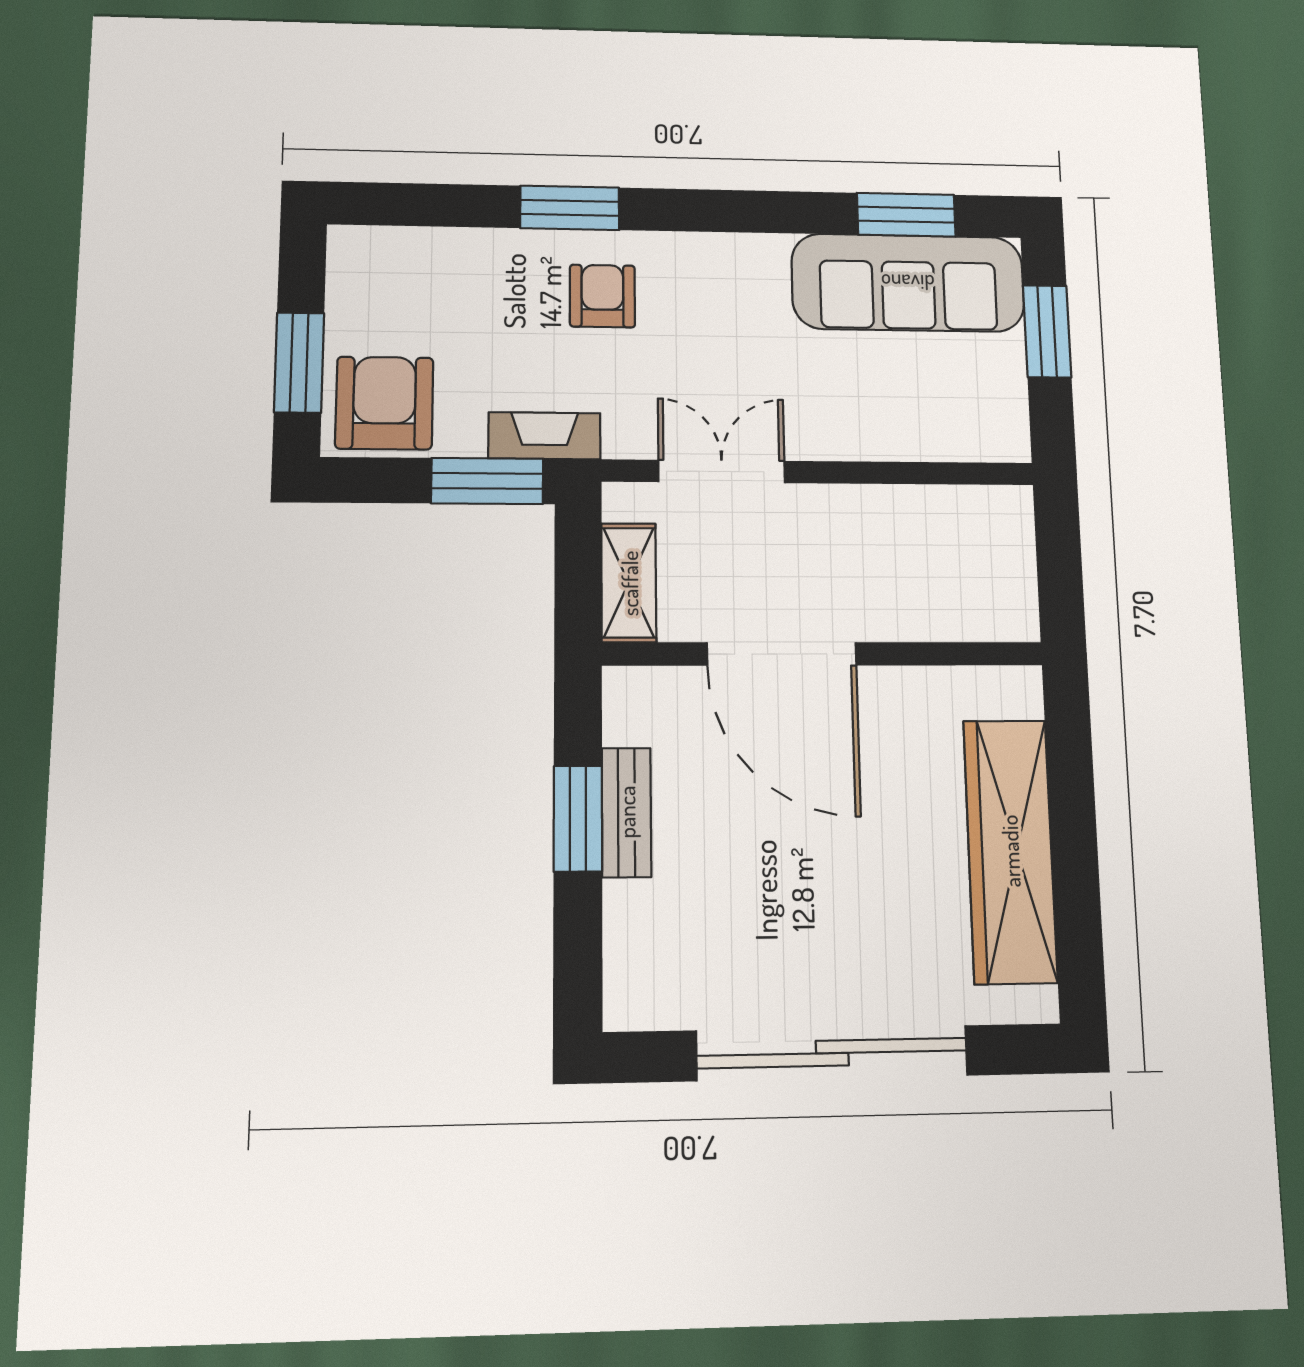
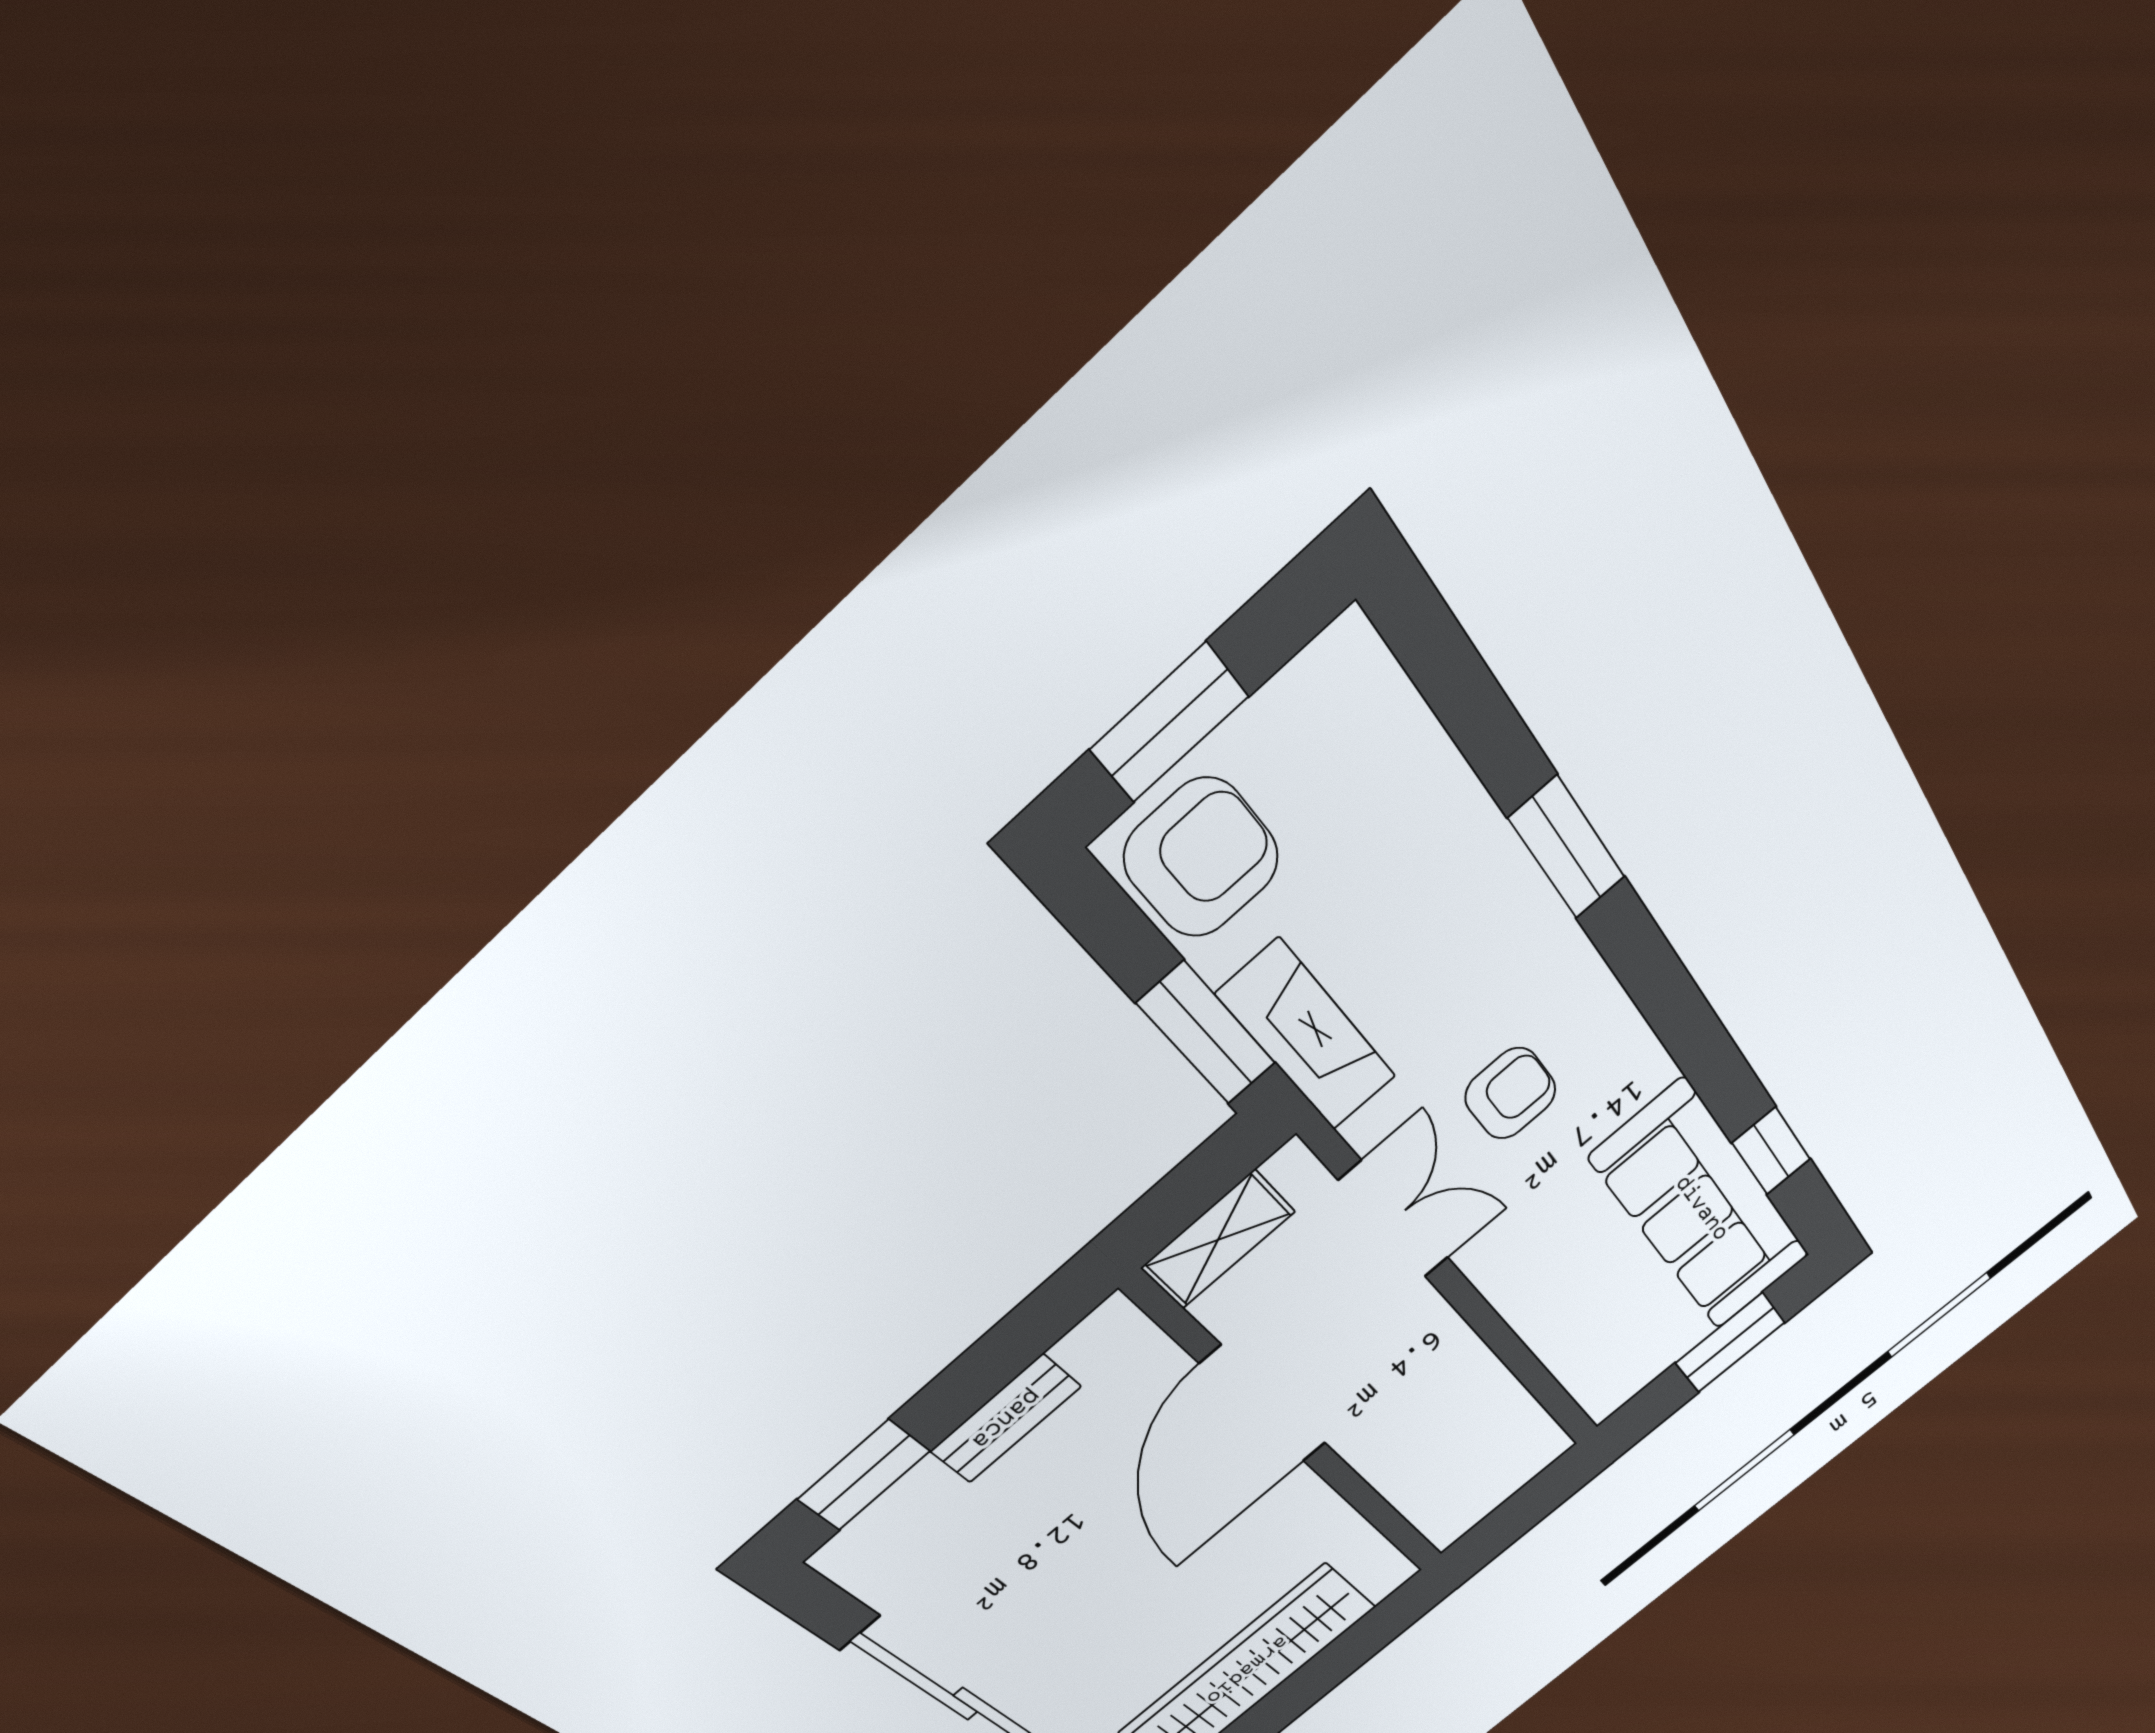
window: (906, 215) -> (1771, 1151), width x0.67
armchair: (602, 296) -> (1510, 1093), moved
fireplace: (544, 436) -> (1307, 1036), width x1.37, depth x1.32
window: (578, 819) -> (864, 1475), moved

